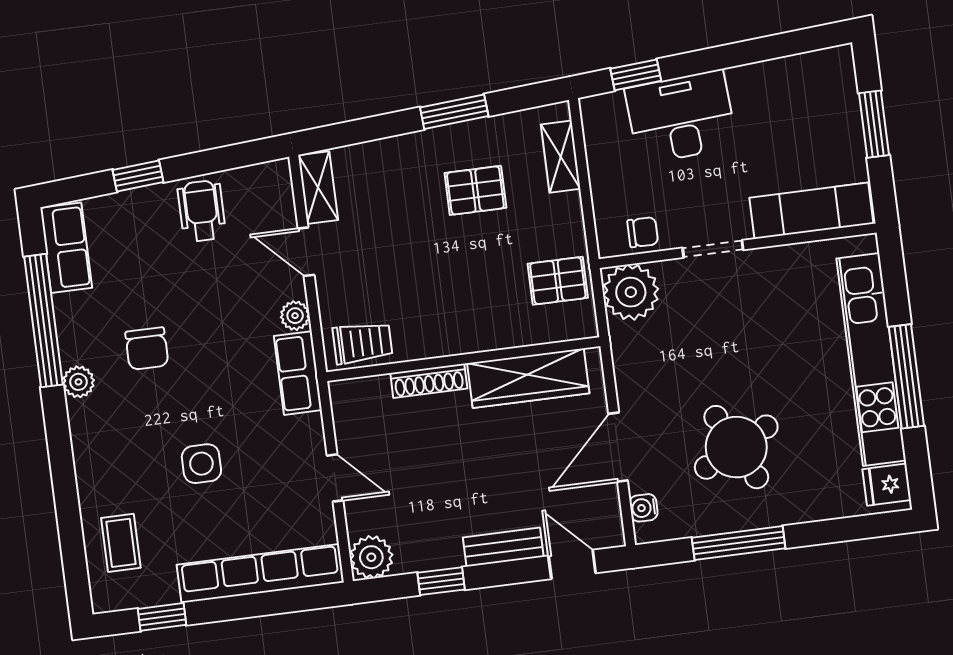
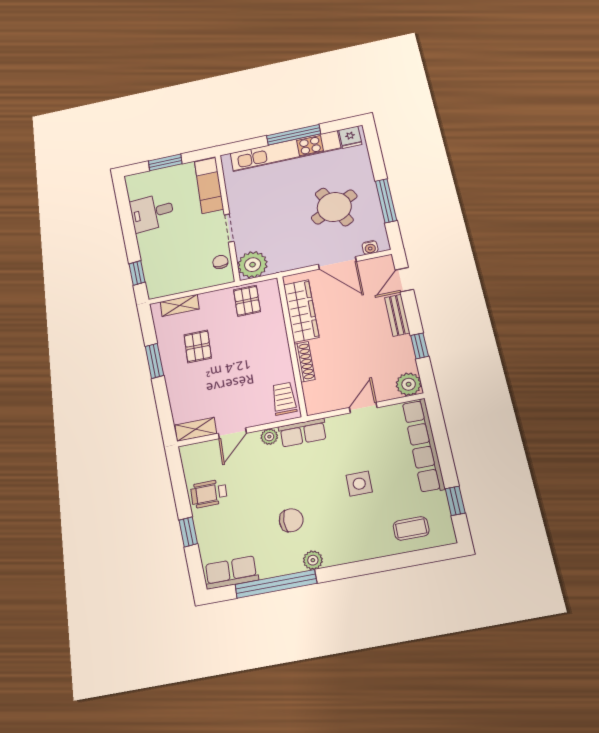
desk: (681, 117) -> (152, 212), moved, width x0.73

